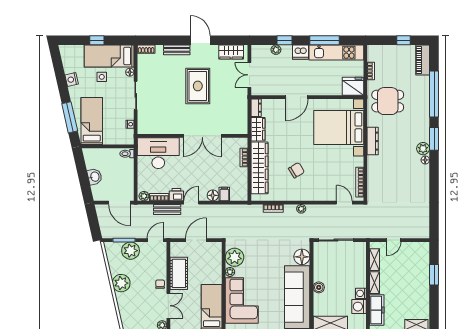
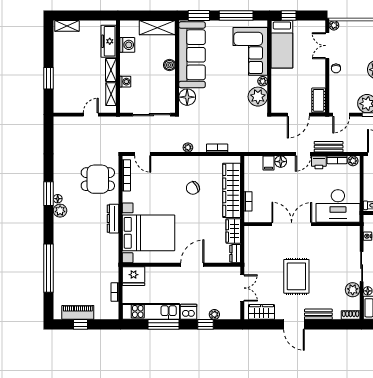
piano: (423, 60) -> (78, 312), moved, turned -90
plant: (144, 73) -> (353, 290), added
dining table: (388, 101) -> (98, 179), moved
window: (434, 139) -> (48, 194), moved
cot: (179, 273) -> (319, 100), moved, width x0.73, depth x0.75
washing machine: (361, 293) -> (125, 82), moved

